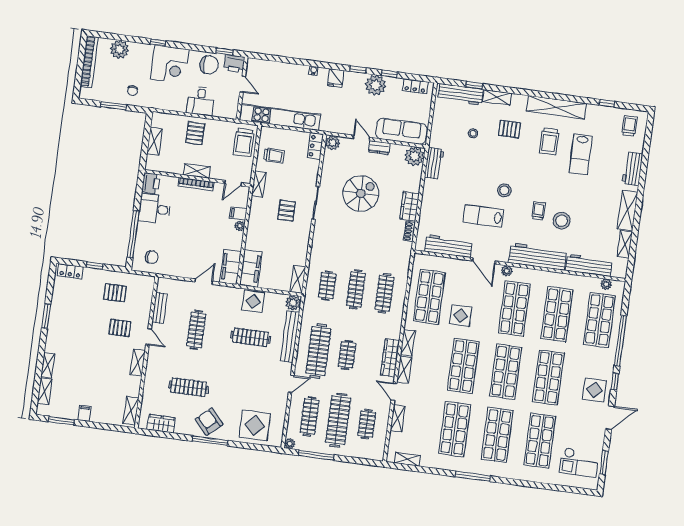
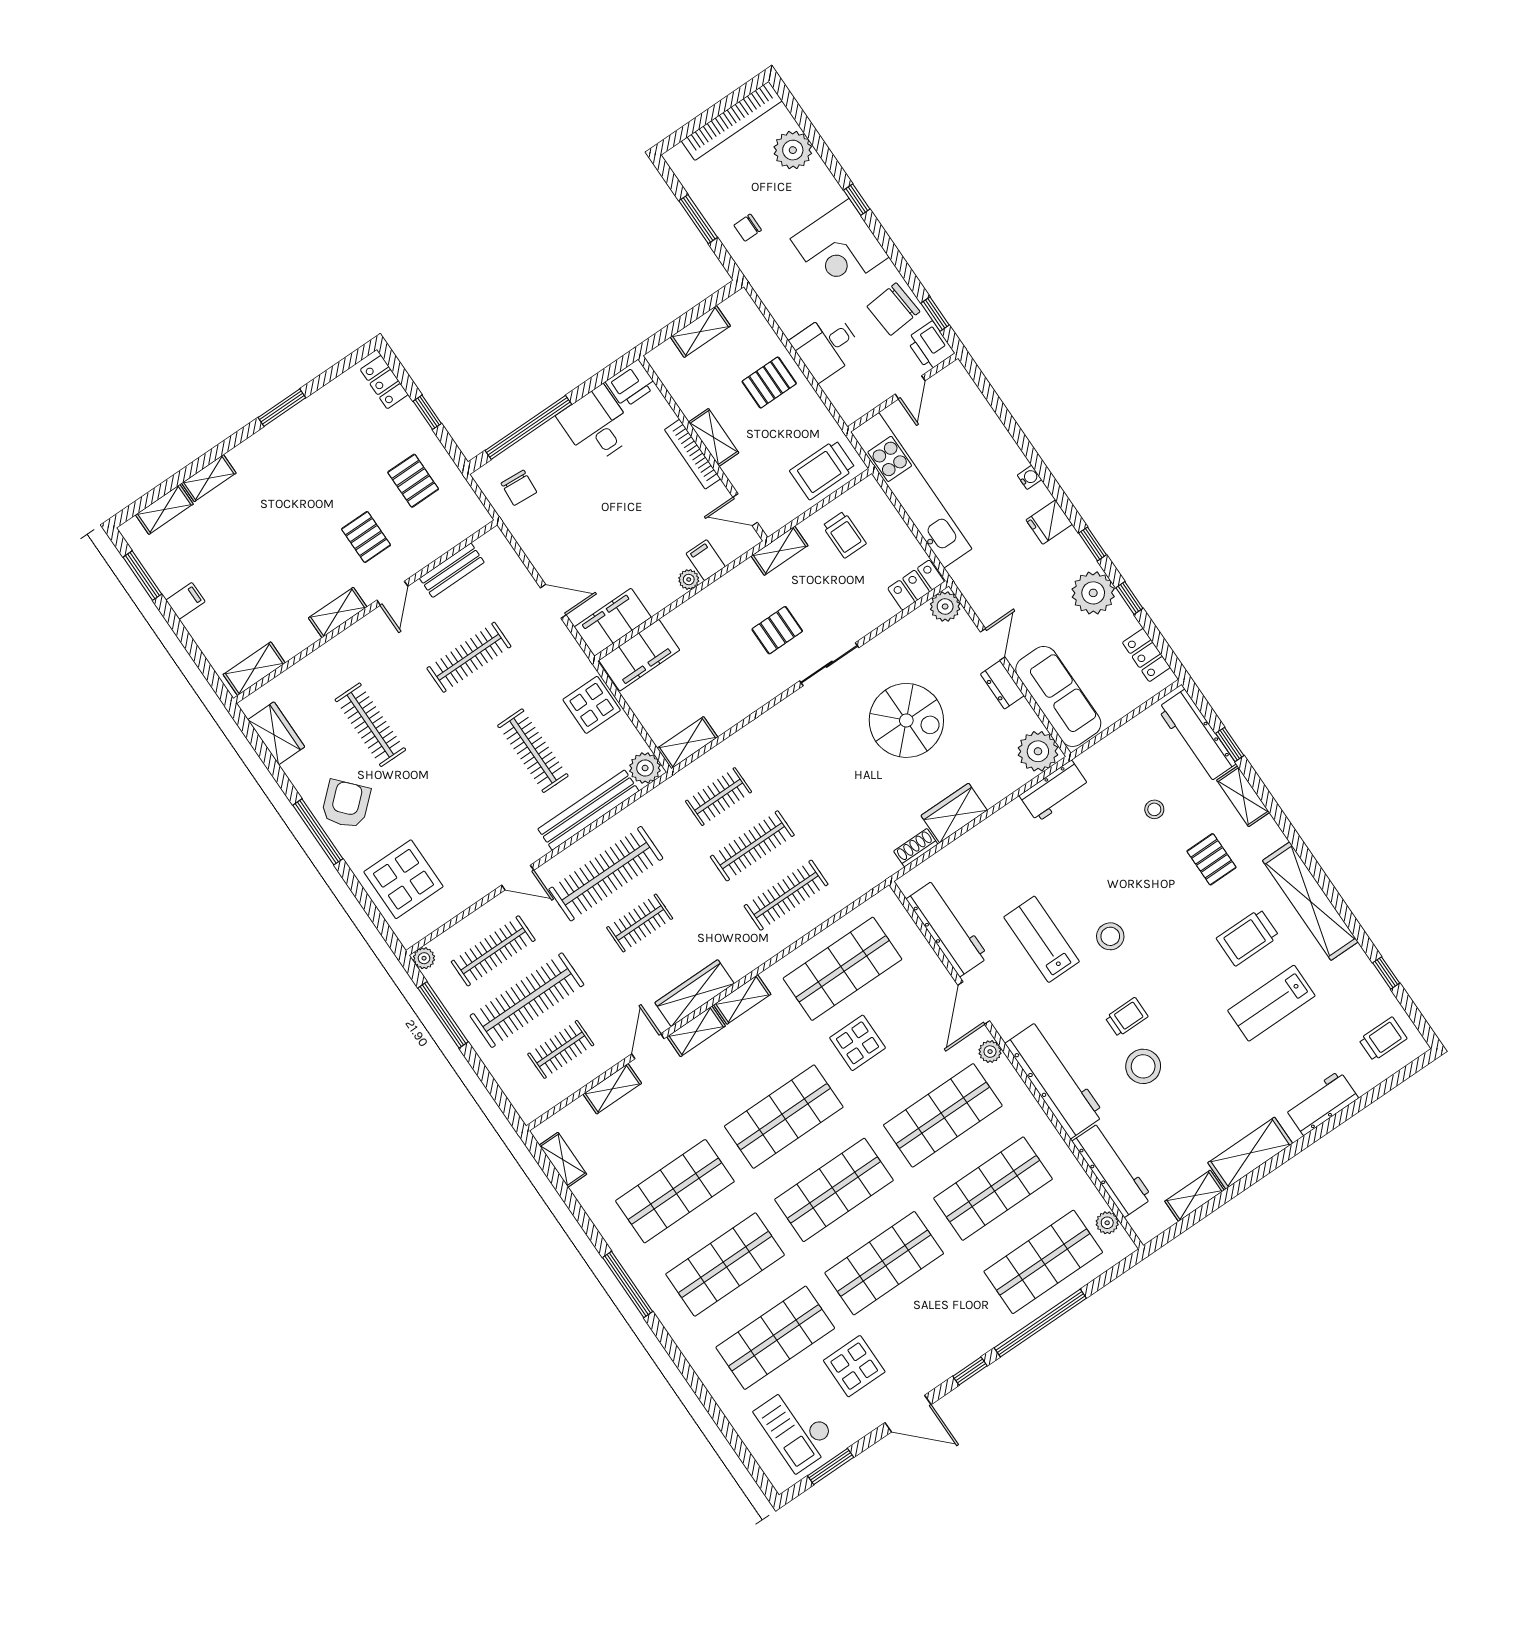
chair: (209, 65) -> (893, 309), turned 85
display table: (594, 390) -> (854, 1366), moved

